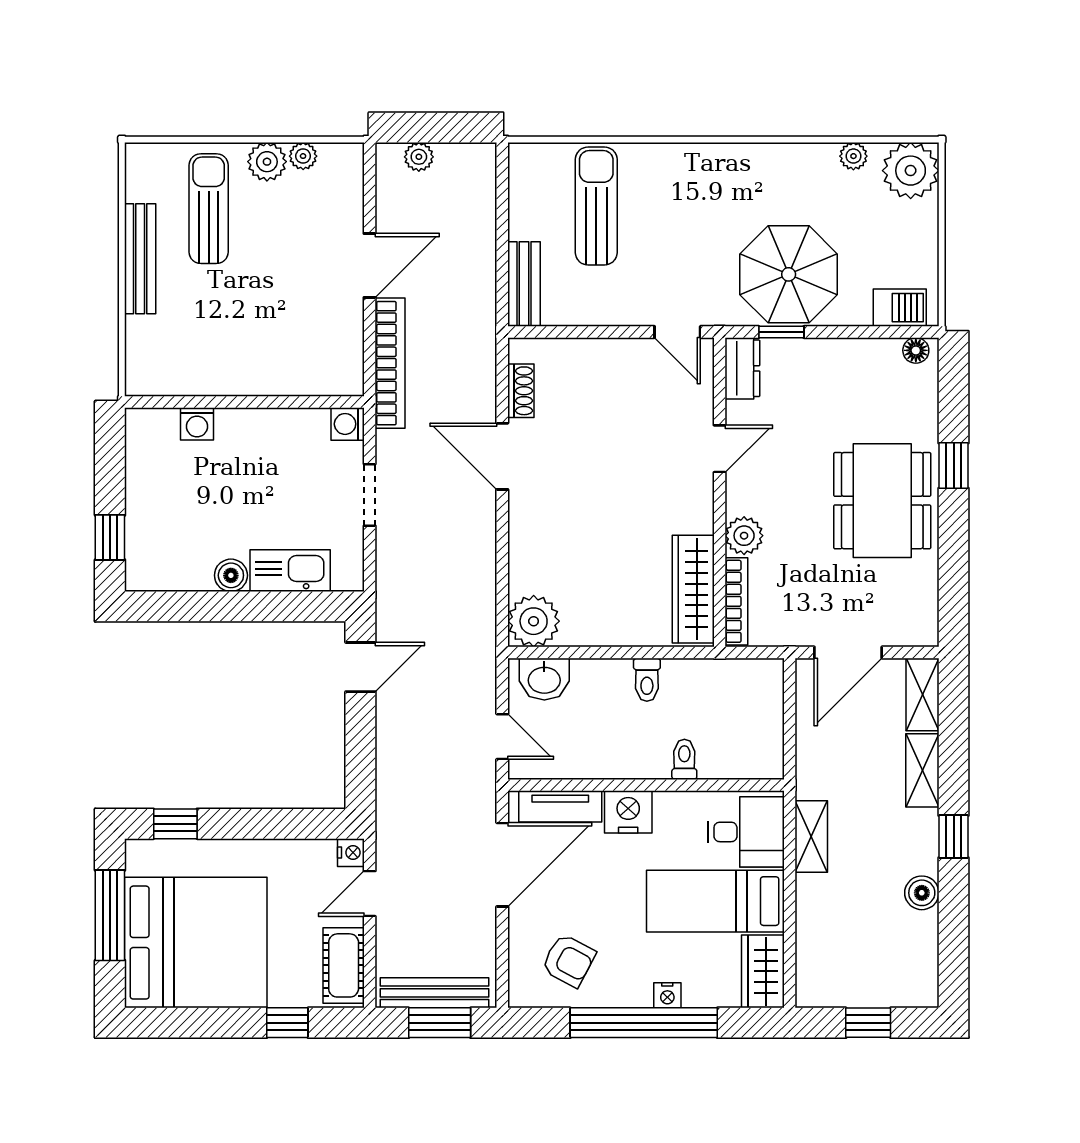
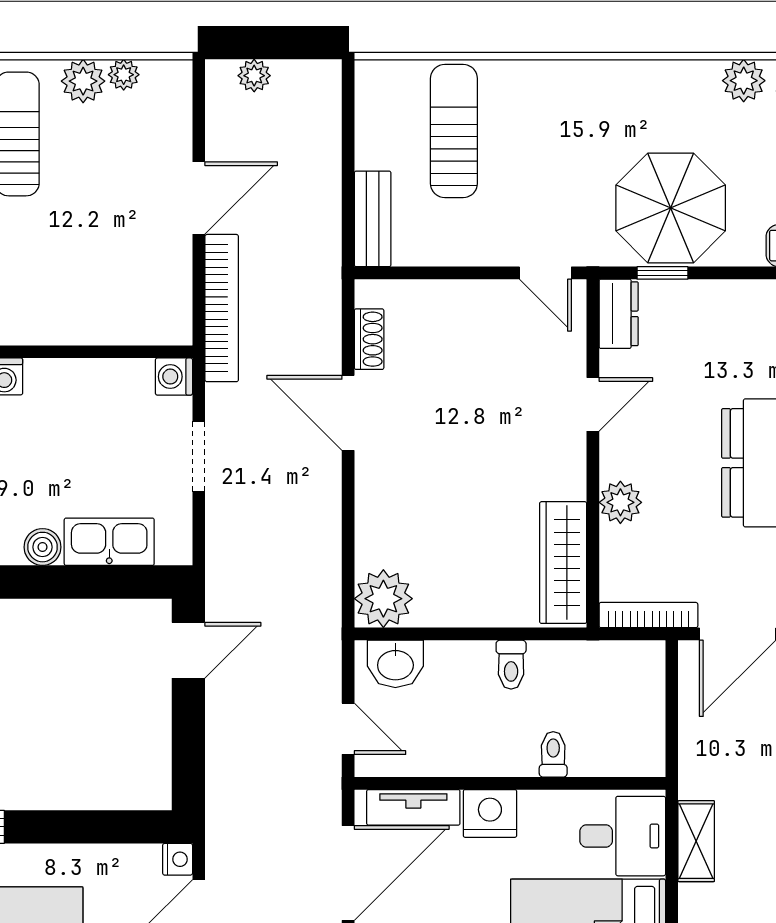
plant: (853, 156) -> (744, 81), width x1.38, depth x1.38
bookcase: (736, 601) -> (648, 615), moved, turned -90

